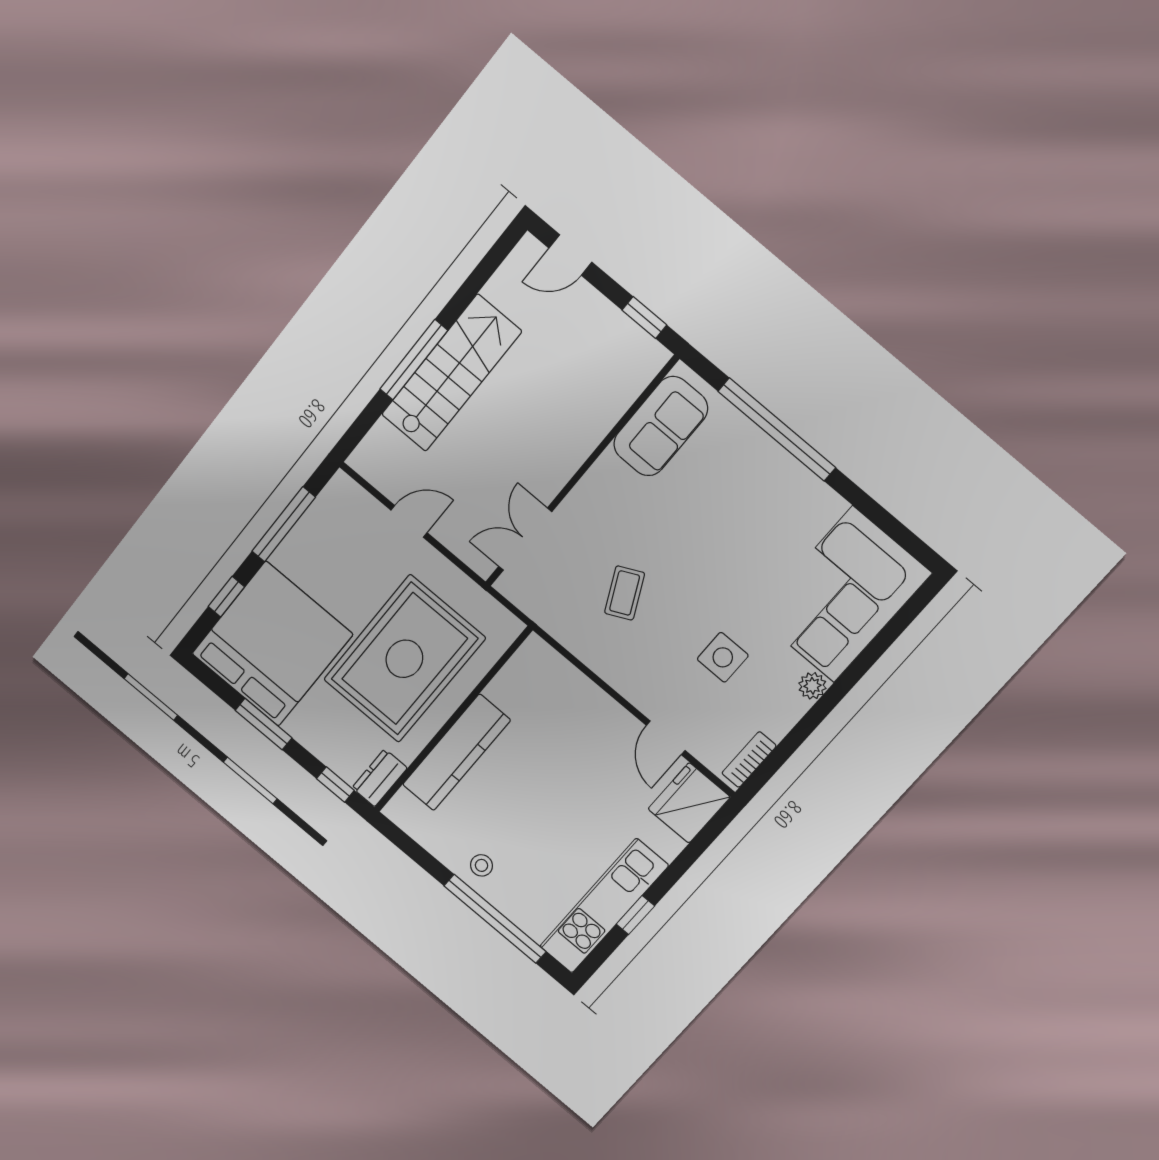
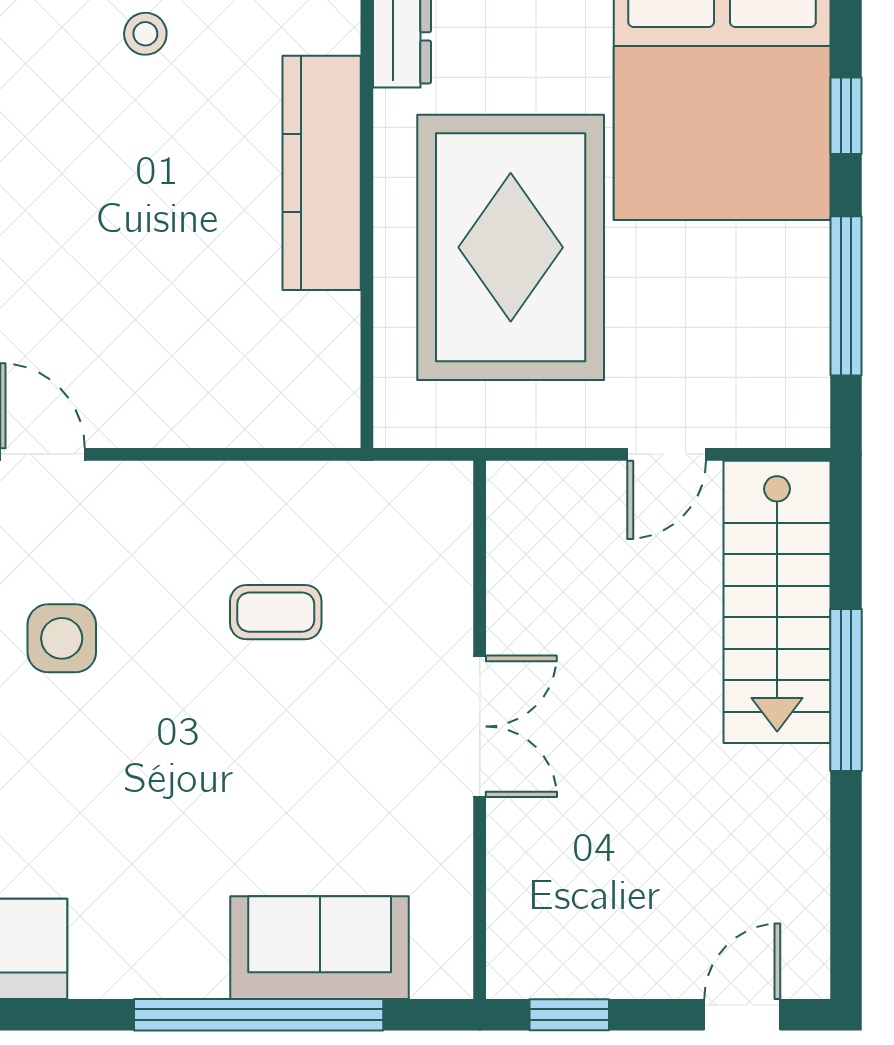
stairs: (451, 373) -> (777, 602), moved
sofa: (661, 426) -> (320, 948), moved, turned 90
double door: (525, 539) -> (480, 726), moved
coffee table: (625, 593) -> (276, 612), turned -64

